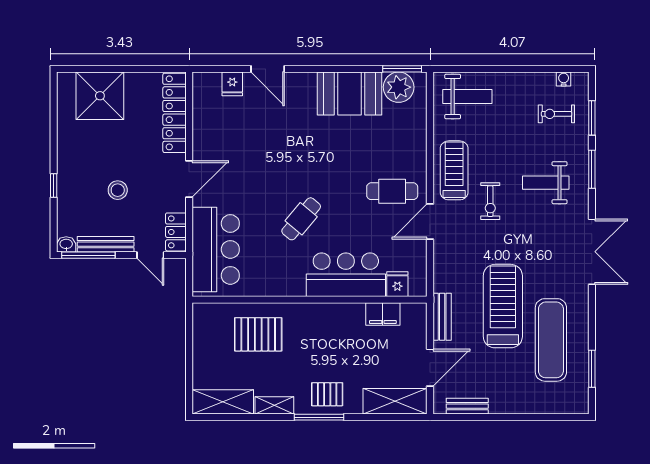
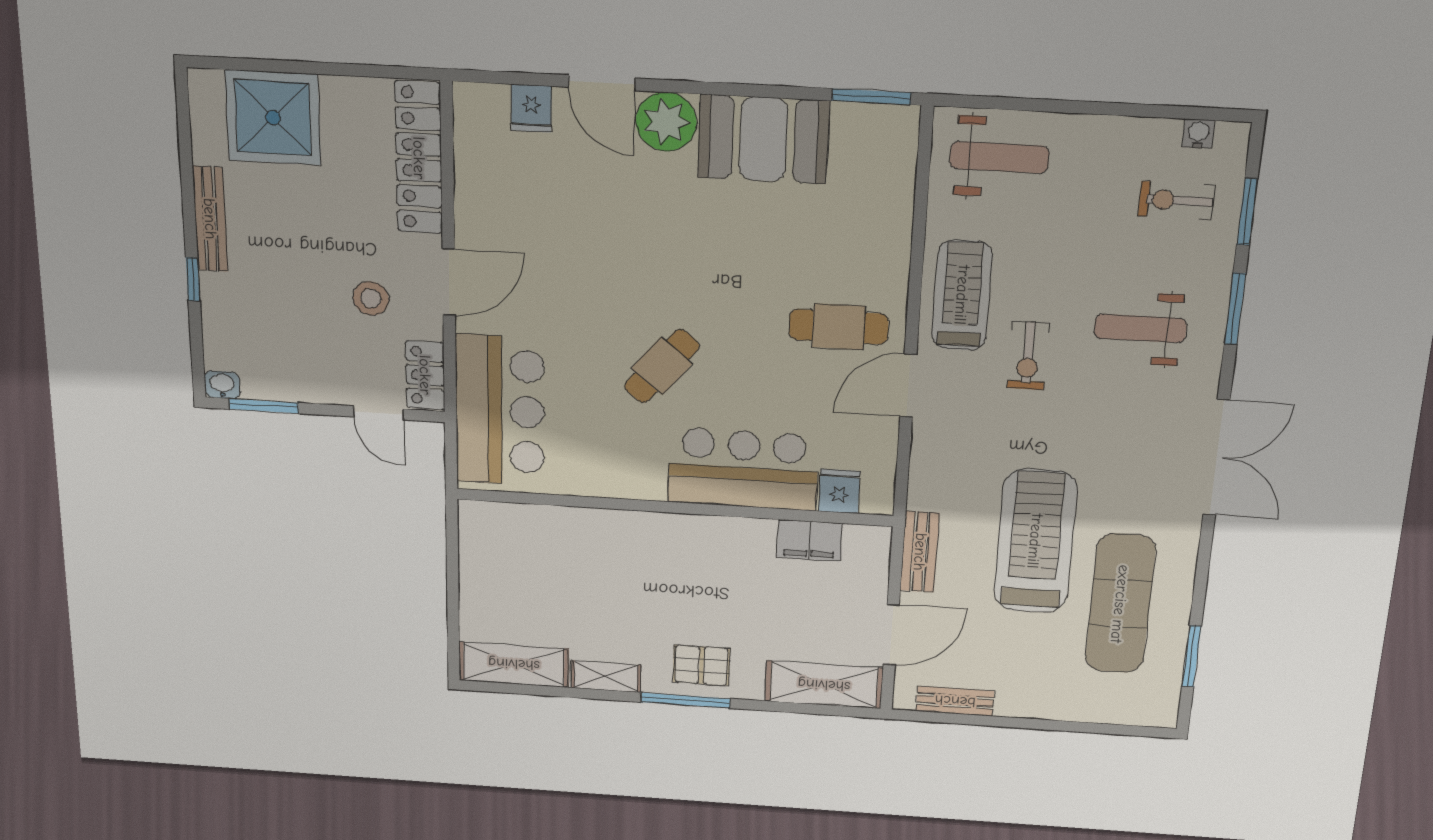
plant: (399, 87) -> (666, 122), moved
stool: (118, 190) -> (371, 298), moved
bench: (106, 244) -> (210, 219), moved, turned 90
window: (88, 255) -> (264, 406), width x0.69
pallet: (258, 334) -> (578, 559), removed

